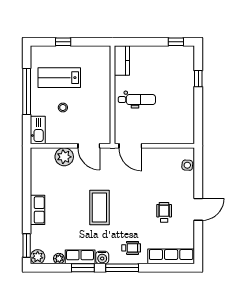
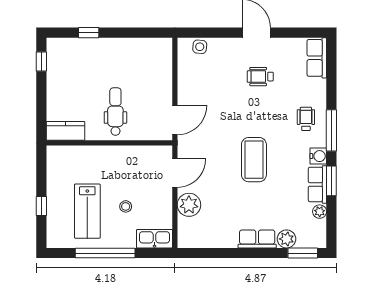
coffee table: (99, 207) -> (254, 160), turned 90
row of seats: (171, 256) -> (317, 58), width x0.68
plant: (38, 257) -> (287, 239), moved

